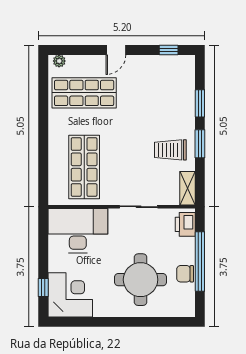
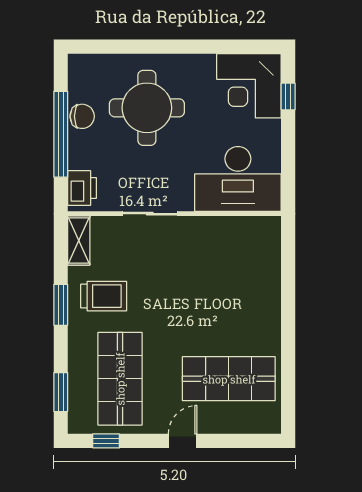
plant: (59, 61) -> (265, 425), removed
window: (200, 103) -> (61, 392), moved
shop shelf: (84, 167) -> (120, 379), moved

